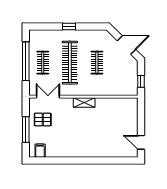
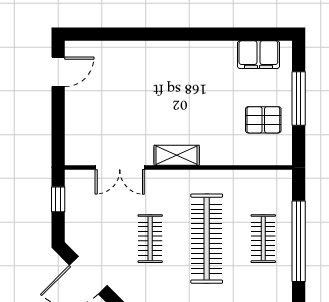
double door: (48, 97) -> (120, 168), moved
door: (141, 142) -> (58, 72), hinge flipped
filing cabinet: (40, 151) -> (258, 55), width x2.00

